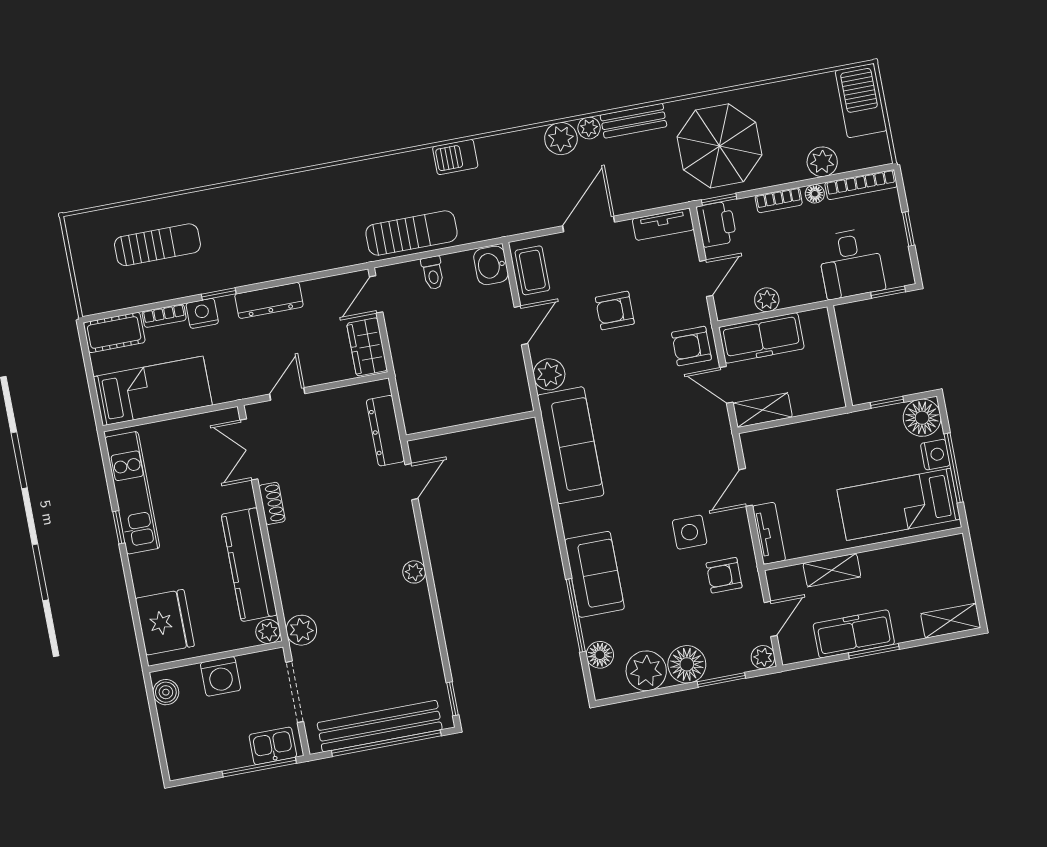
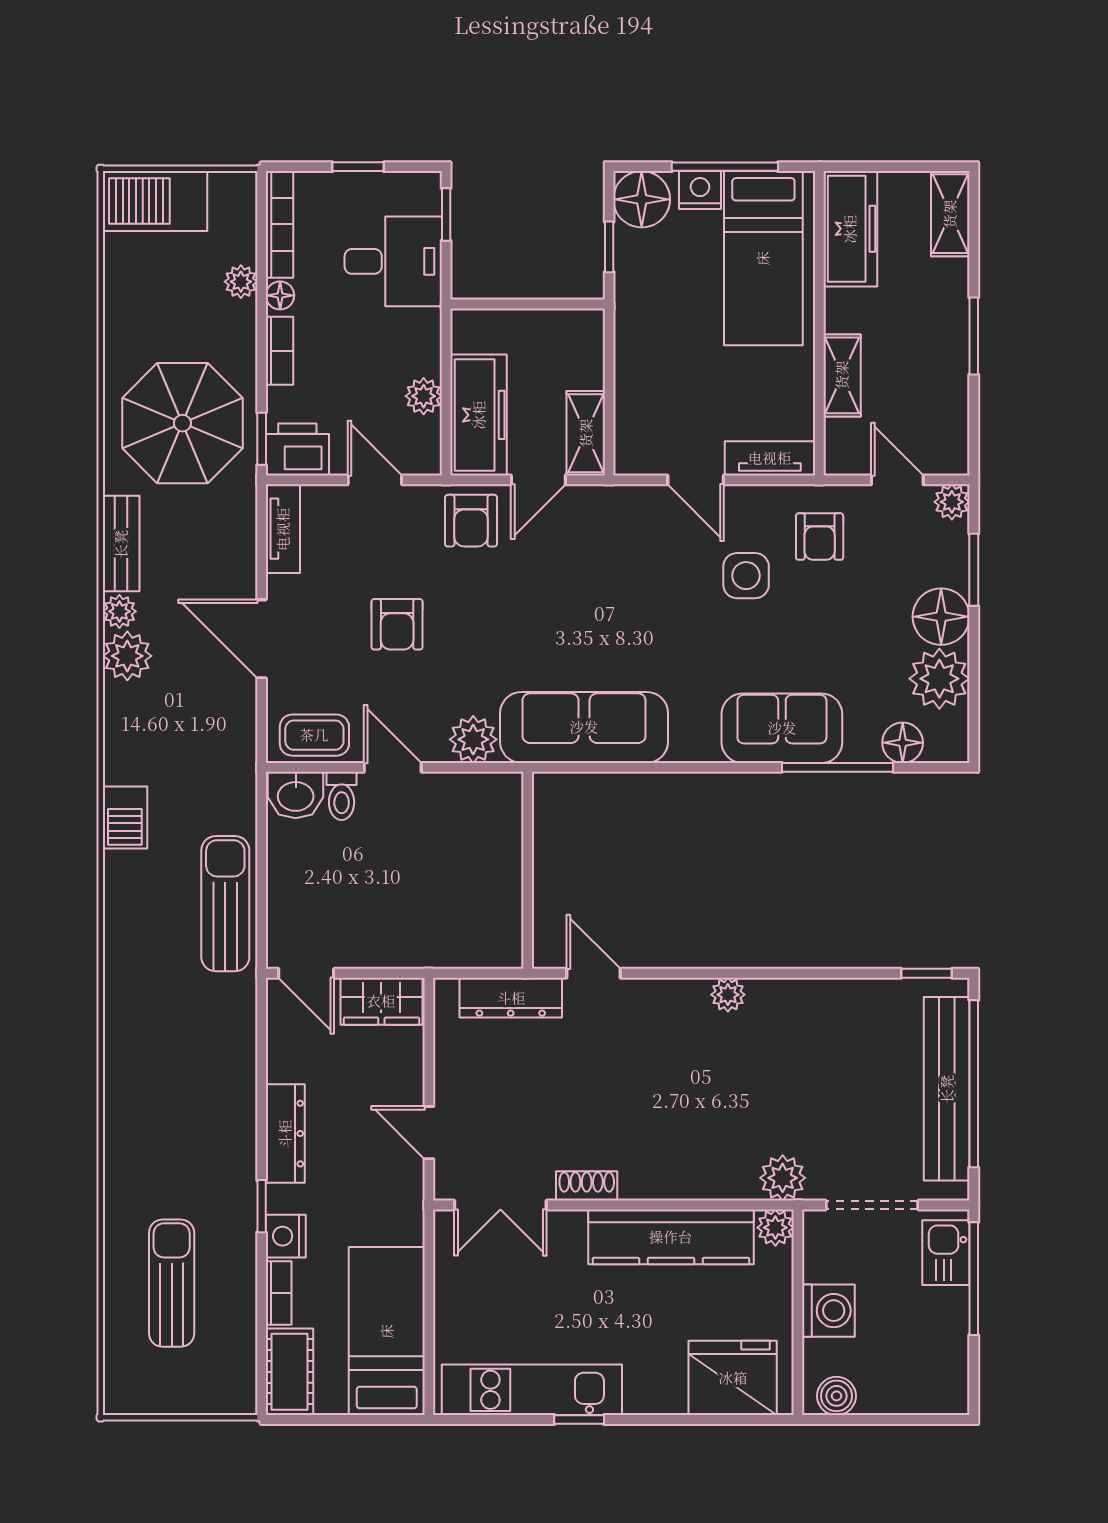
plant: (822, 162) -> (241, 282), width x0.73, depth x0.73
toilet: (433, 273) -> (342, 796), moved, turned 90
freezer: (854, 634) -> (850, 229), moved, turned 180

